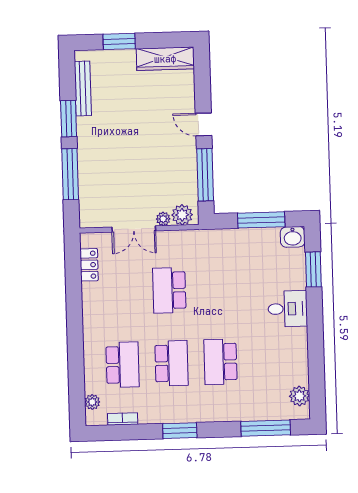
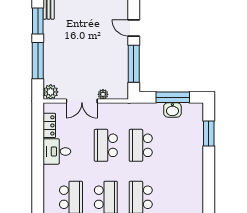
plant: (182, 215) -> (51, 92), moved
washbasin: (293, 237) -> (172, 110), moved
school desk: (218, 289) -> (141, 145), added
desk: (288, 309) -> (57, 151), moved, turned 180

